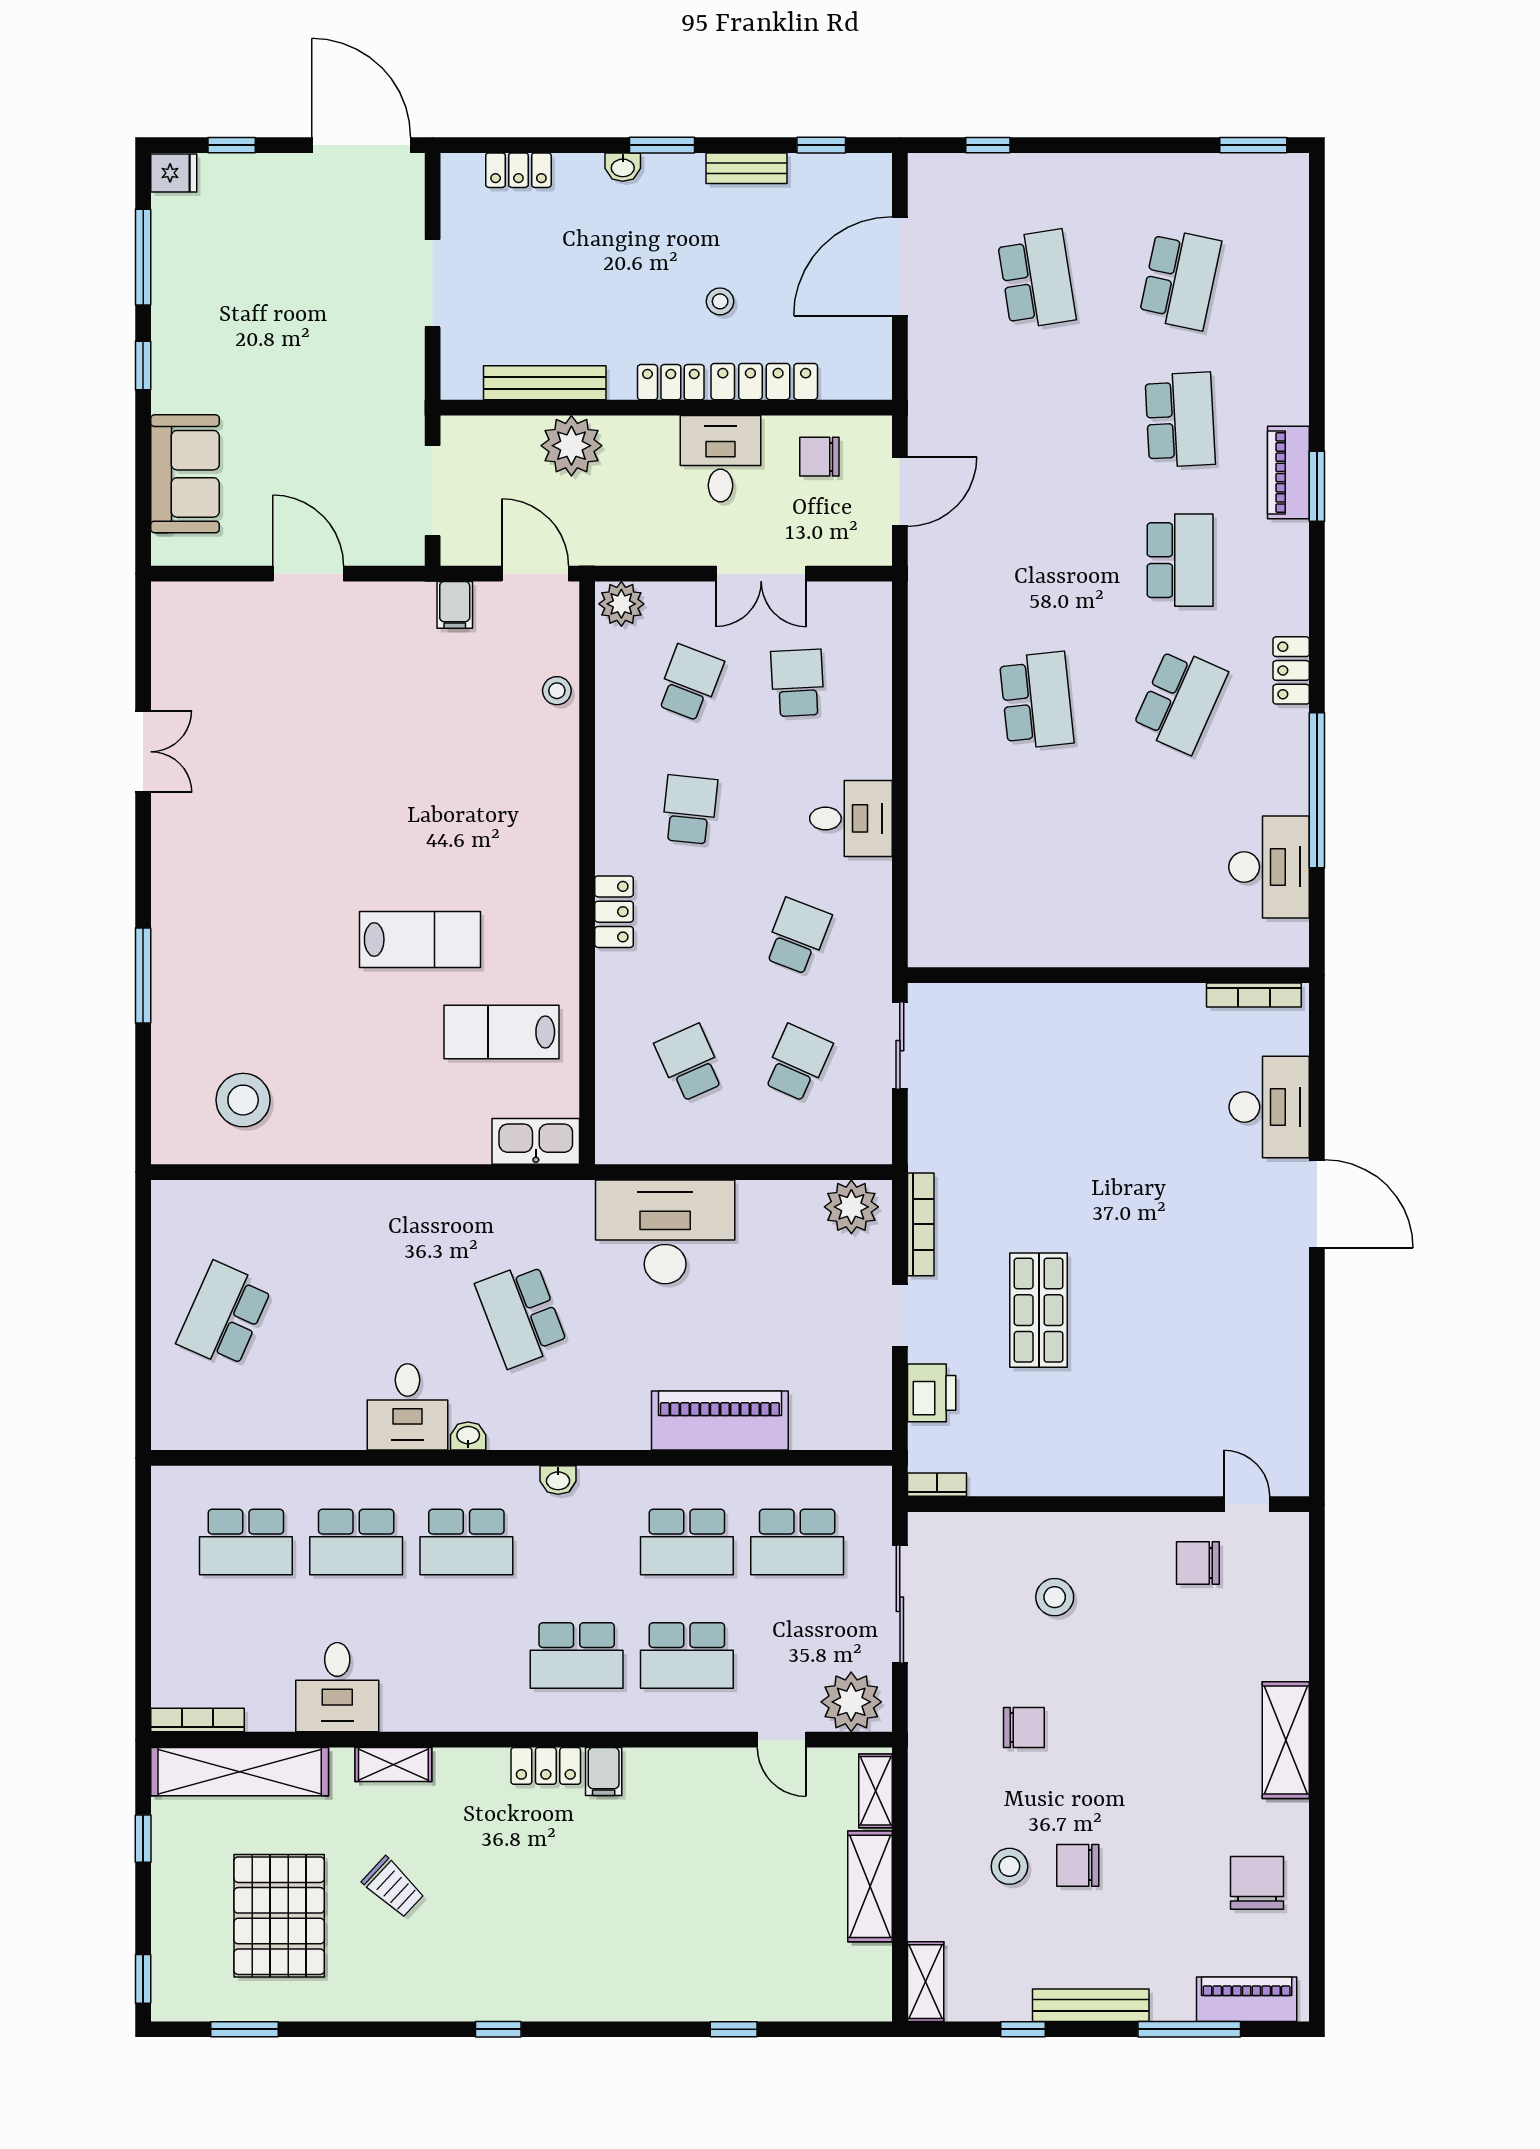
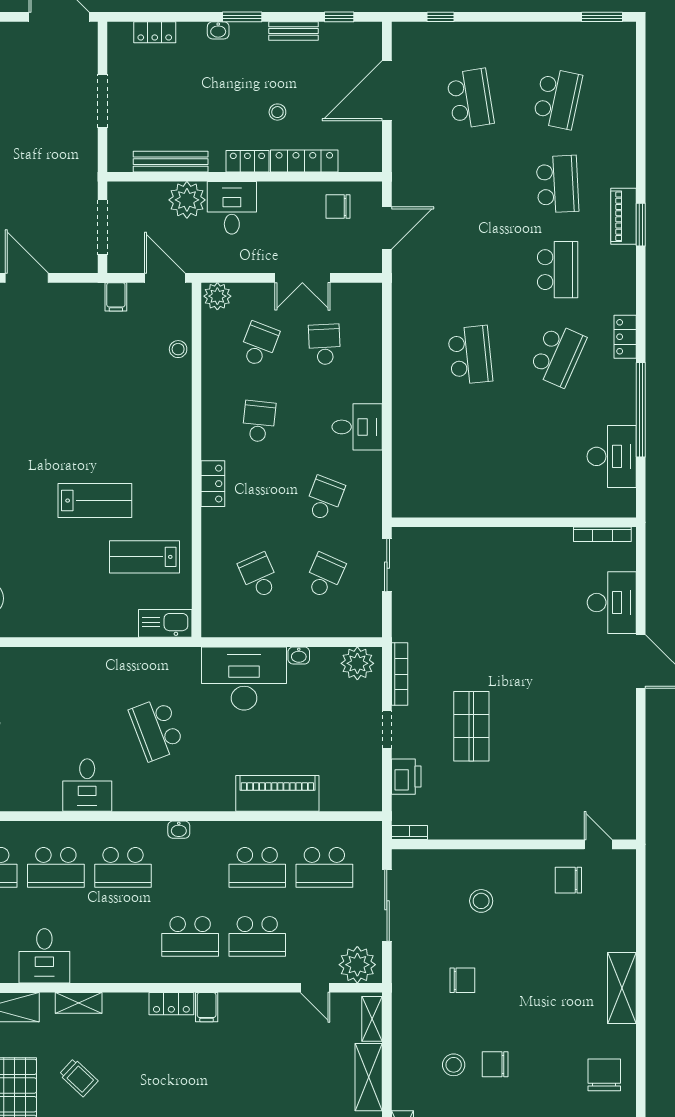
desk: (720, 459) -> (232, 208), moved
washbasin: (468, 1436) -> (299, 655), moved, turned 180

